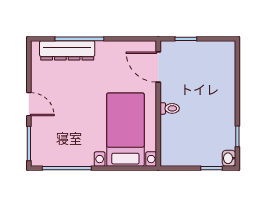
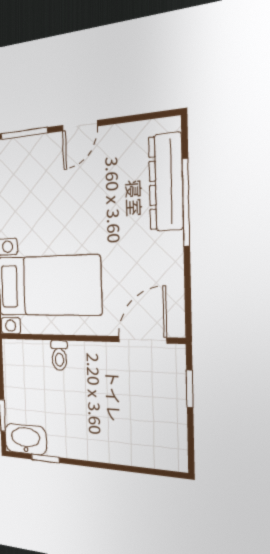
toilet: (170, 108) -> (59, 355), moved
washbasin: (229, 158) -> (26, 439), width x1.91, depth x1.45

